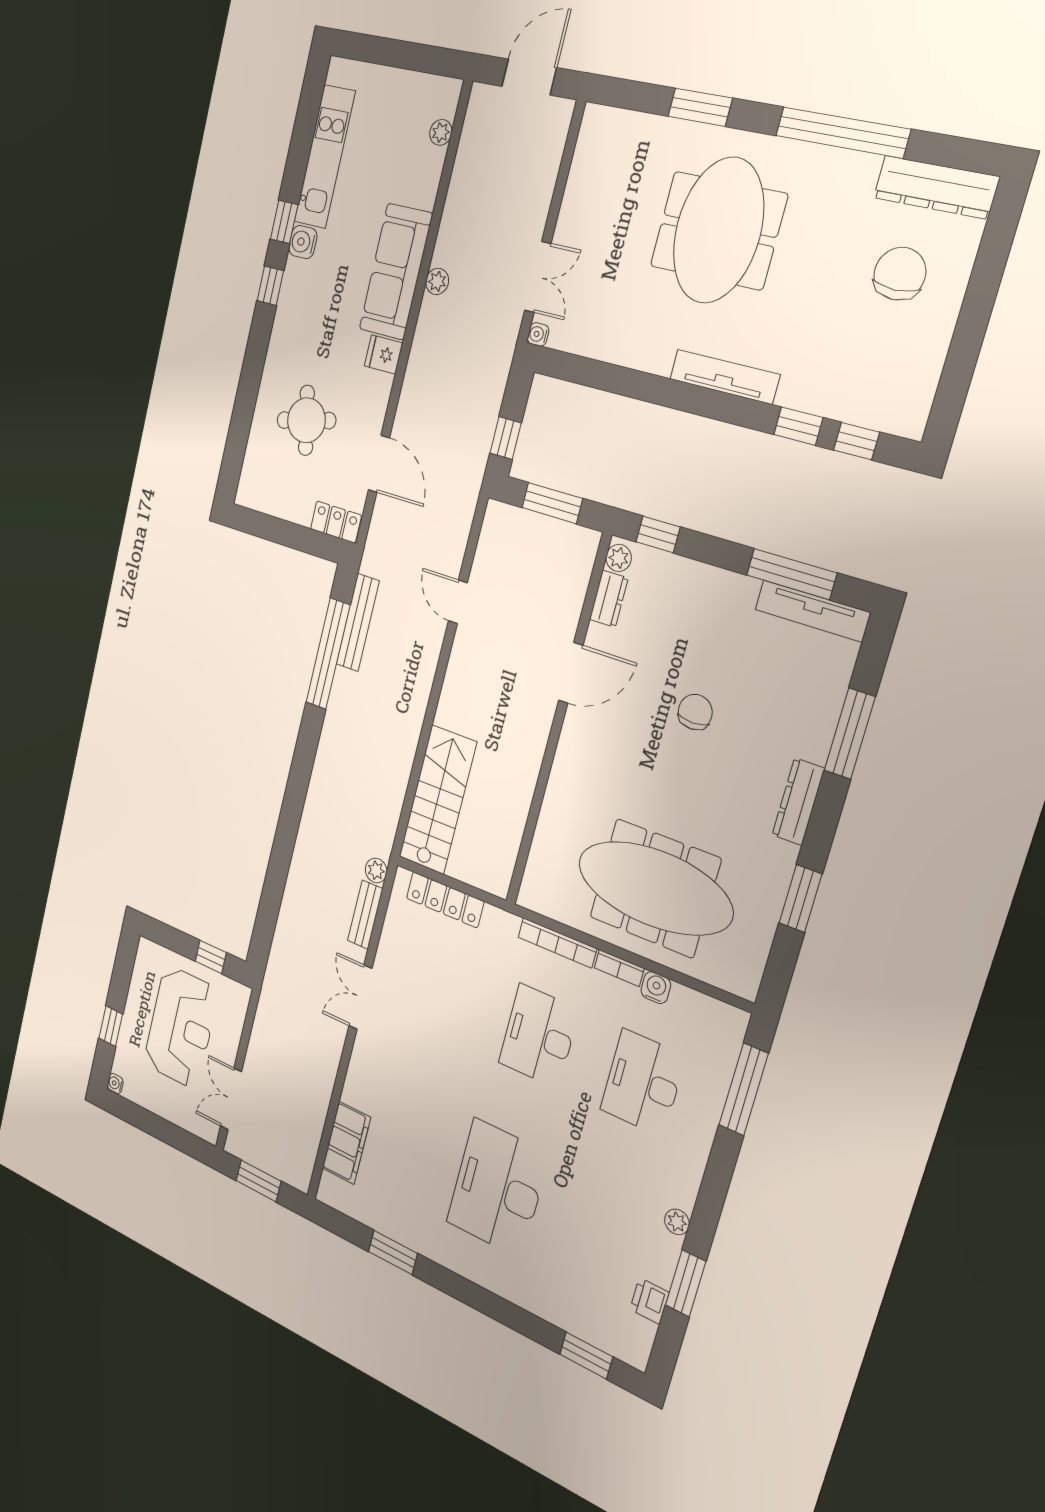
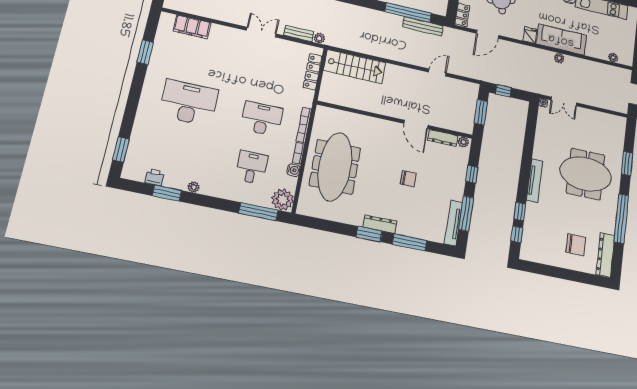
window: (658, 534) -> (472, 174), moved
dresser: (609, 599) -> (443, 138), width x1.44
window: (800, 899) -> (369, 234), moved
plant: (721, 1027) -> (283, 200), added
desk: (643, 1083) -> (252, 167), width x0.73

